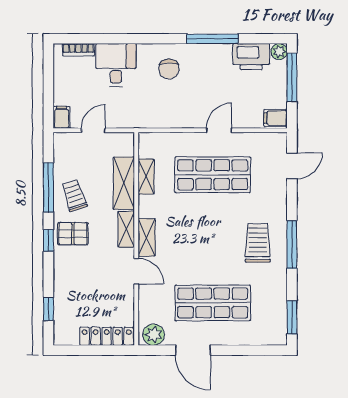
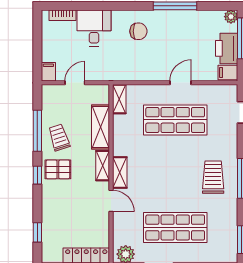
printer: (251, 57) -> (227, 48), moved, turned 90
chair: (169, 69) -> (138, 31), turned -90
shelving: (146, 177) -> (119, 99), moved

